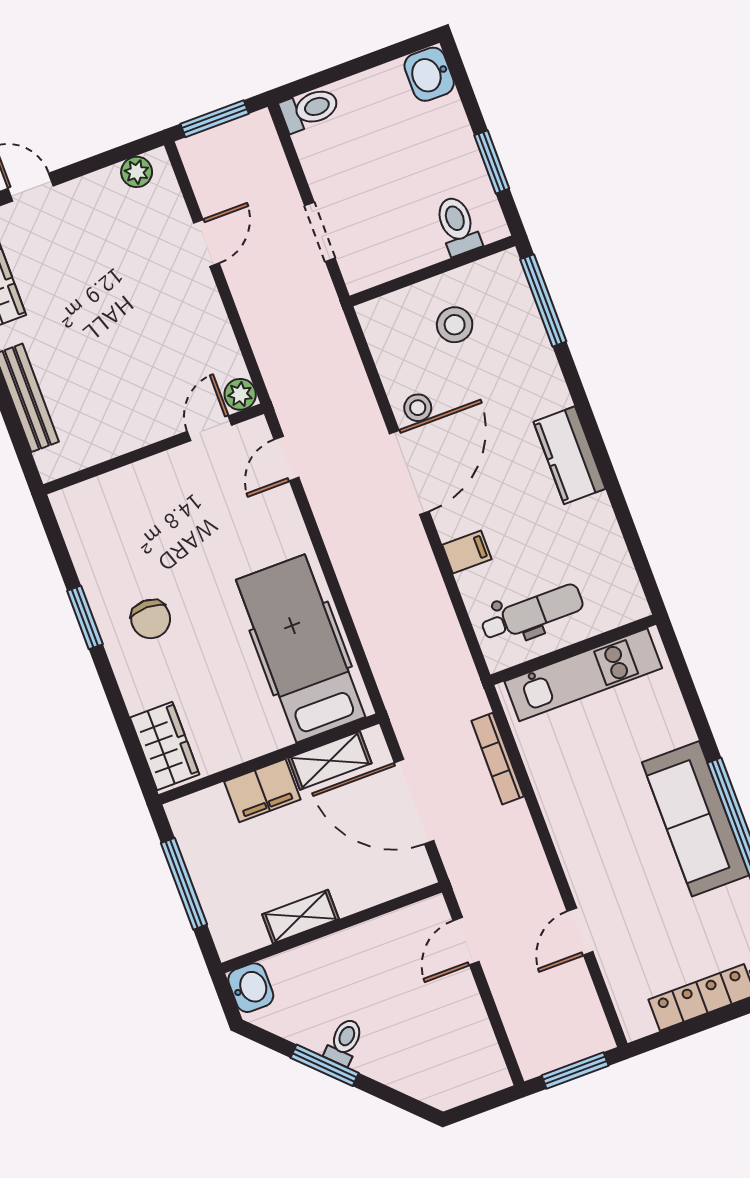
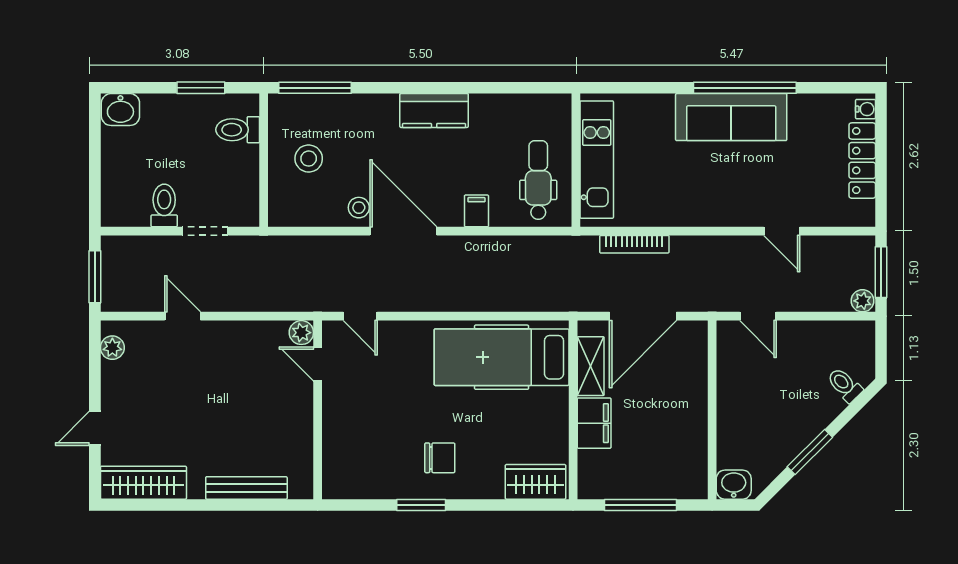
toilet: (310, 109) -> (164, 205), moved
shelving: (301, 917) -> (696, 429), removed
toilet: (344, 1042) -> (845, 385), moved
plant: (532, 1061) -> (862, 301), added

